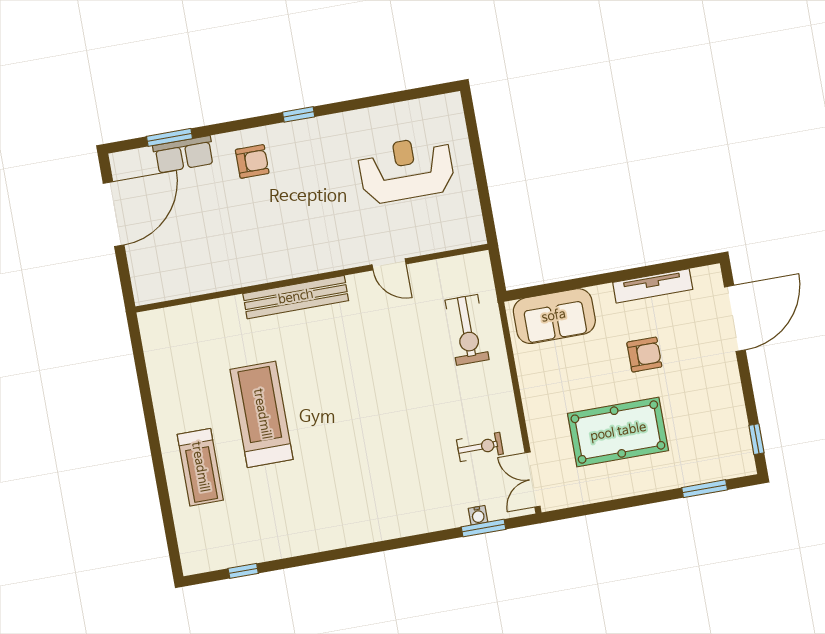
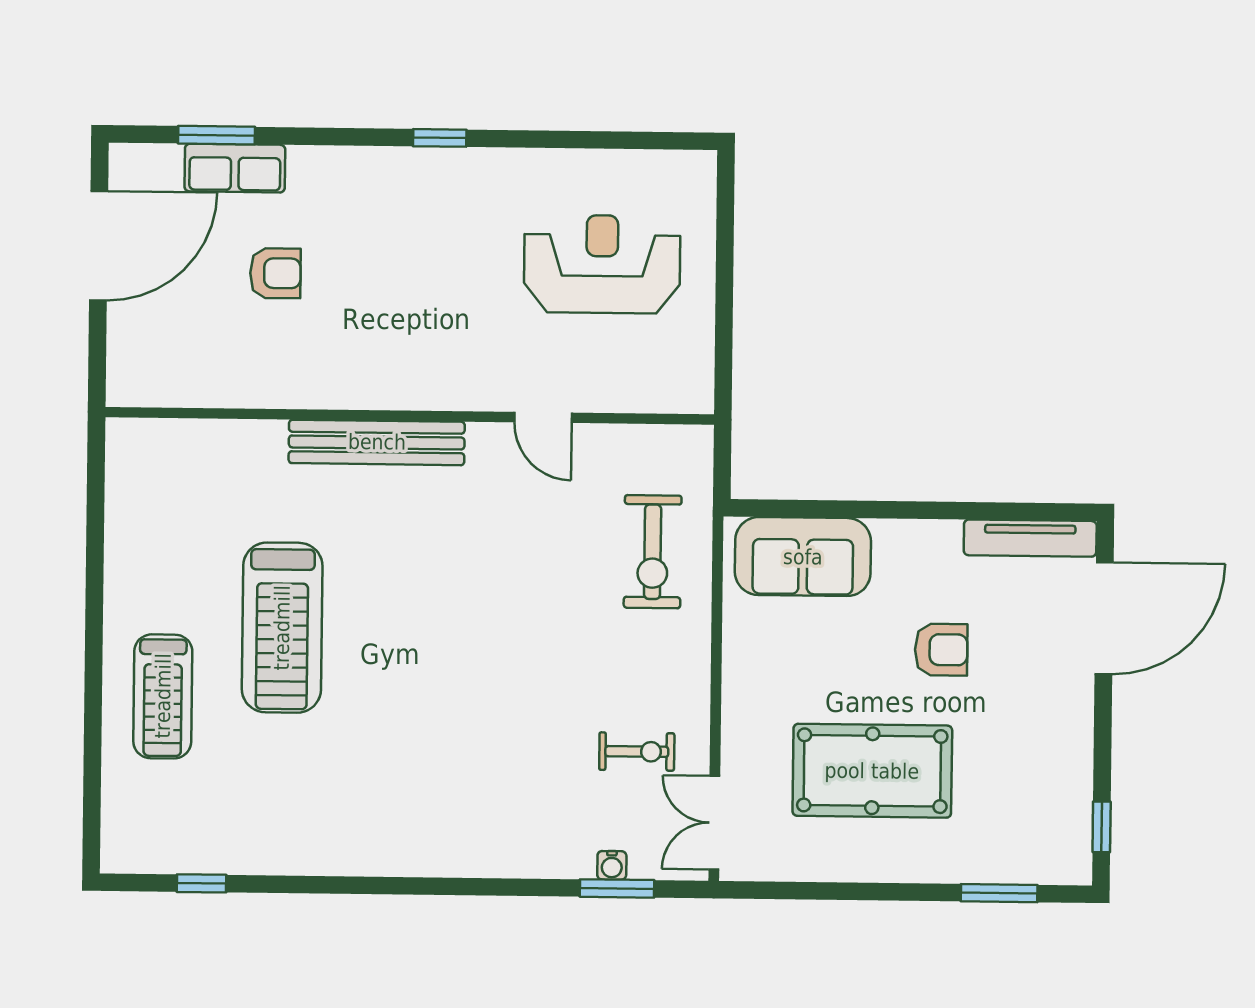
armchair: (252, 161) -> (275, 273), moved
tv unit: (653, 286) -> (1030, 538), moved
treadmill: (262, 414) -> (282, 628), turned 180

